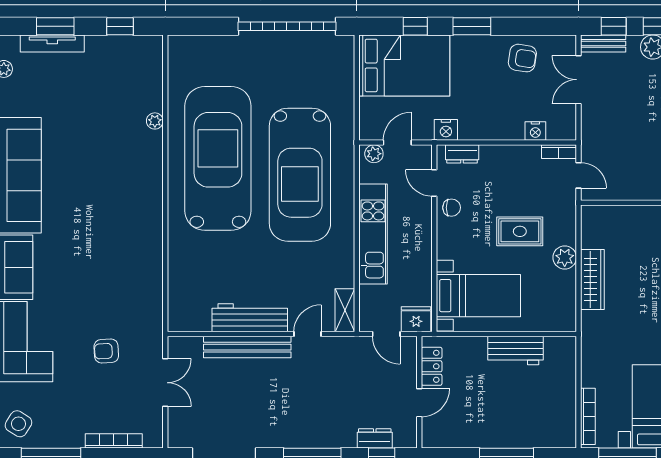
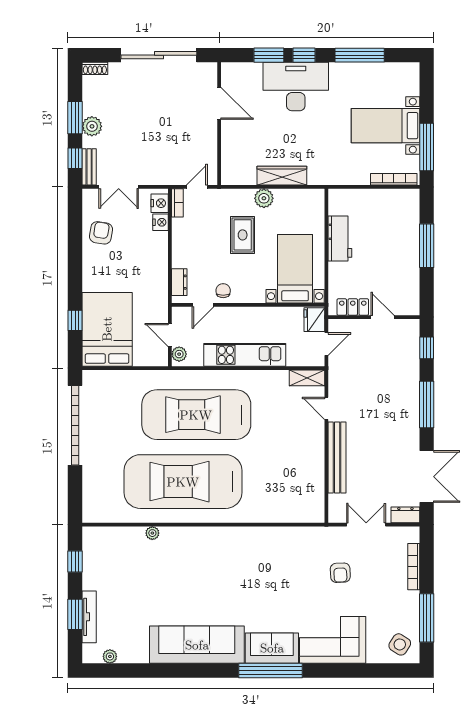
window: (472, 26) -> (75, 274), removed
nightstand: (446, 130) -> (160, 203), moved
car: (300, 175) -> (196, 415), turned 180
workbench: (250, 318) -> (313, 456), removed
dresser: (375, 438) -> (405, 515), moved, turned 90

